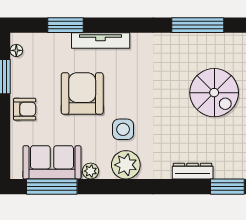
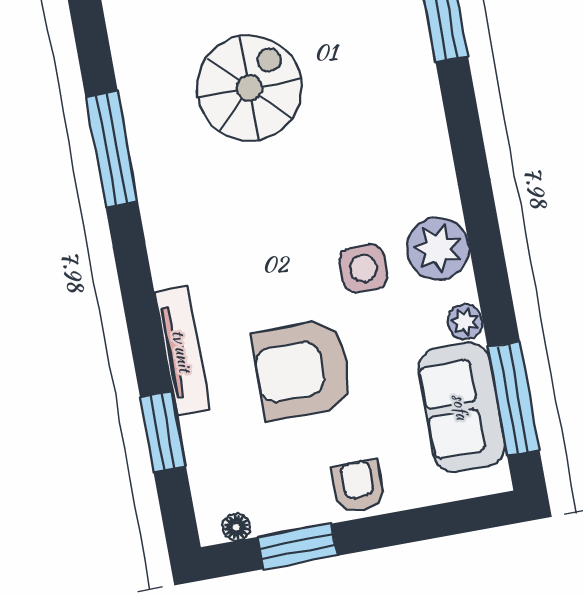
dresser: (193, 171) -> (426, 104), removed

